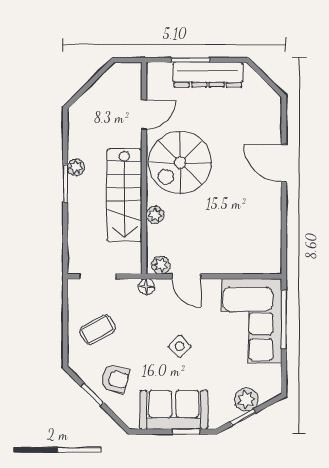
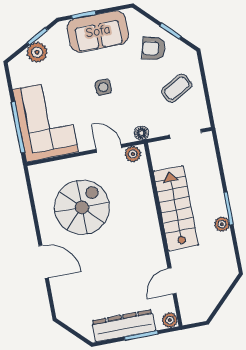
spiral stairs: (180, 163) -> (82, 207), moved
plant: (155, 215) -> (170, 320), moved
side table: (180, 346) -> (103, 87), turned 45

